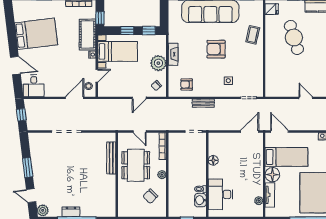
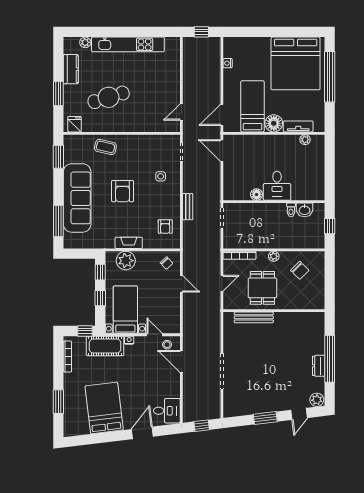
plant: (158, 63) -> (126, 261), moved
door: (306, 98) -> (181, 112), moved
dining table: (136, 165) -> (262, 288), width x0.73
desk: (220, 194) -> (277, 186), moved, width x0.73

